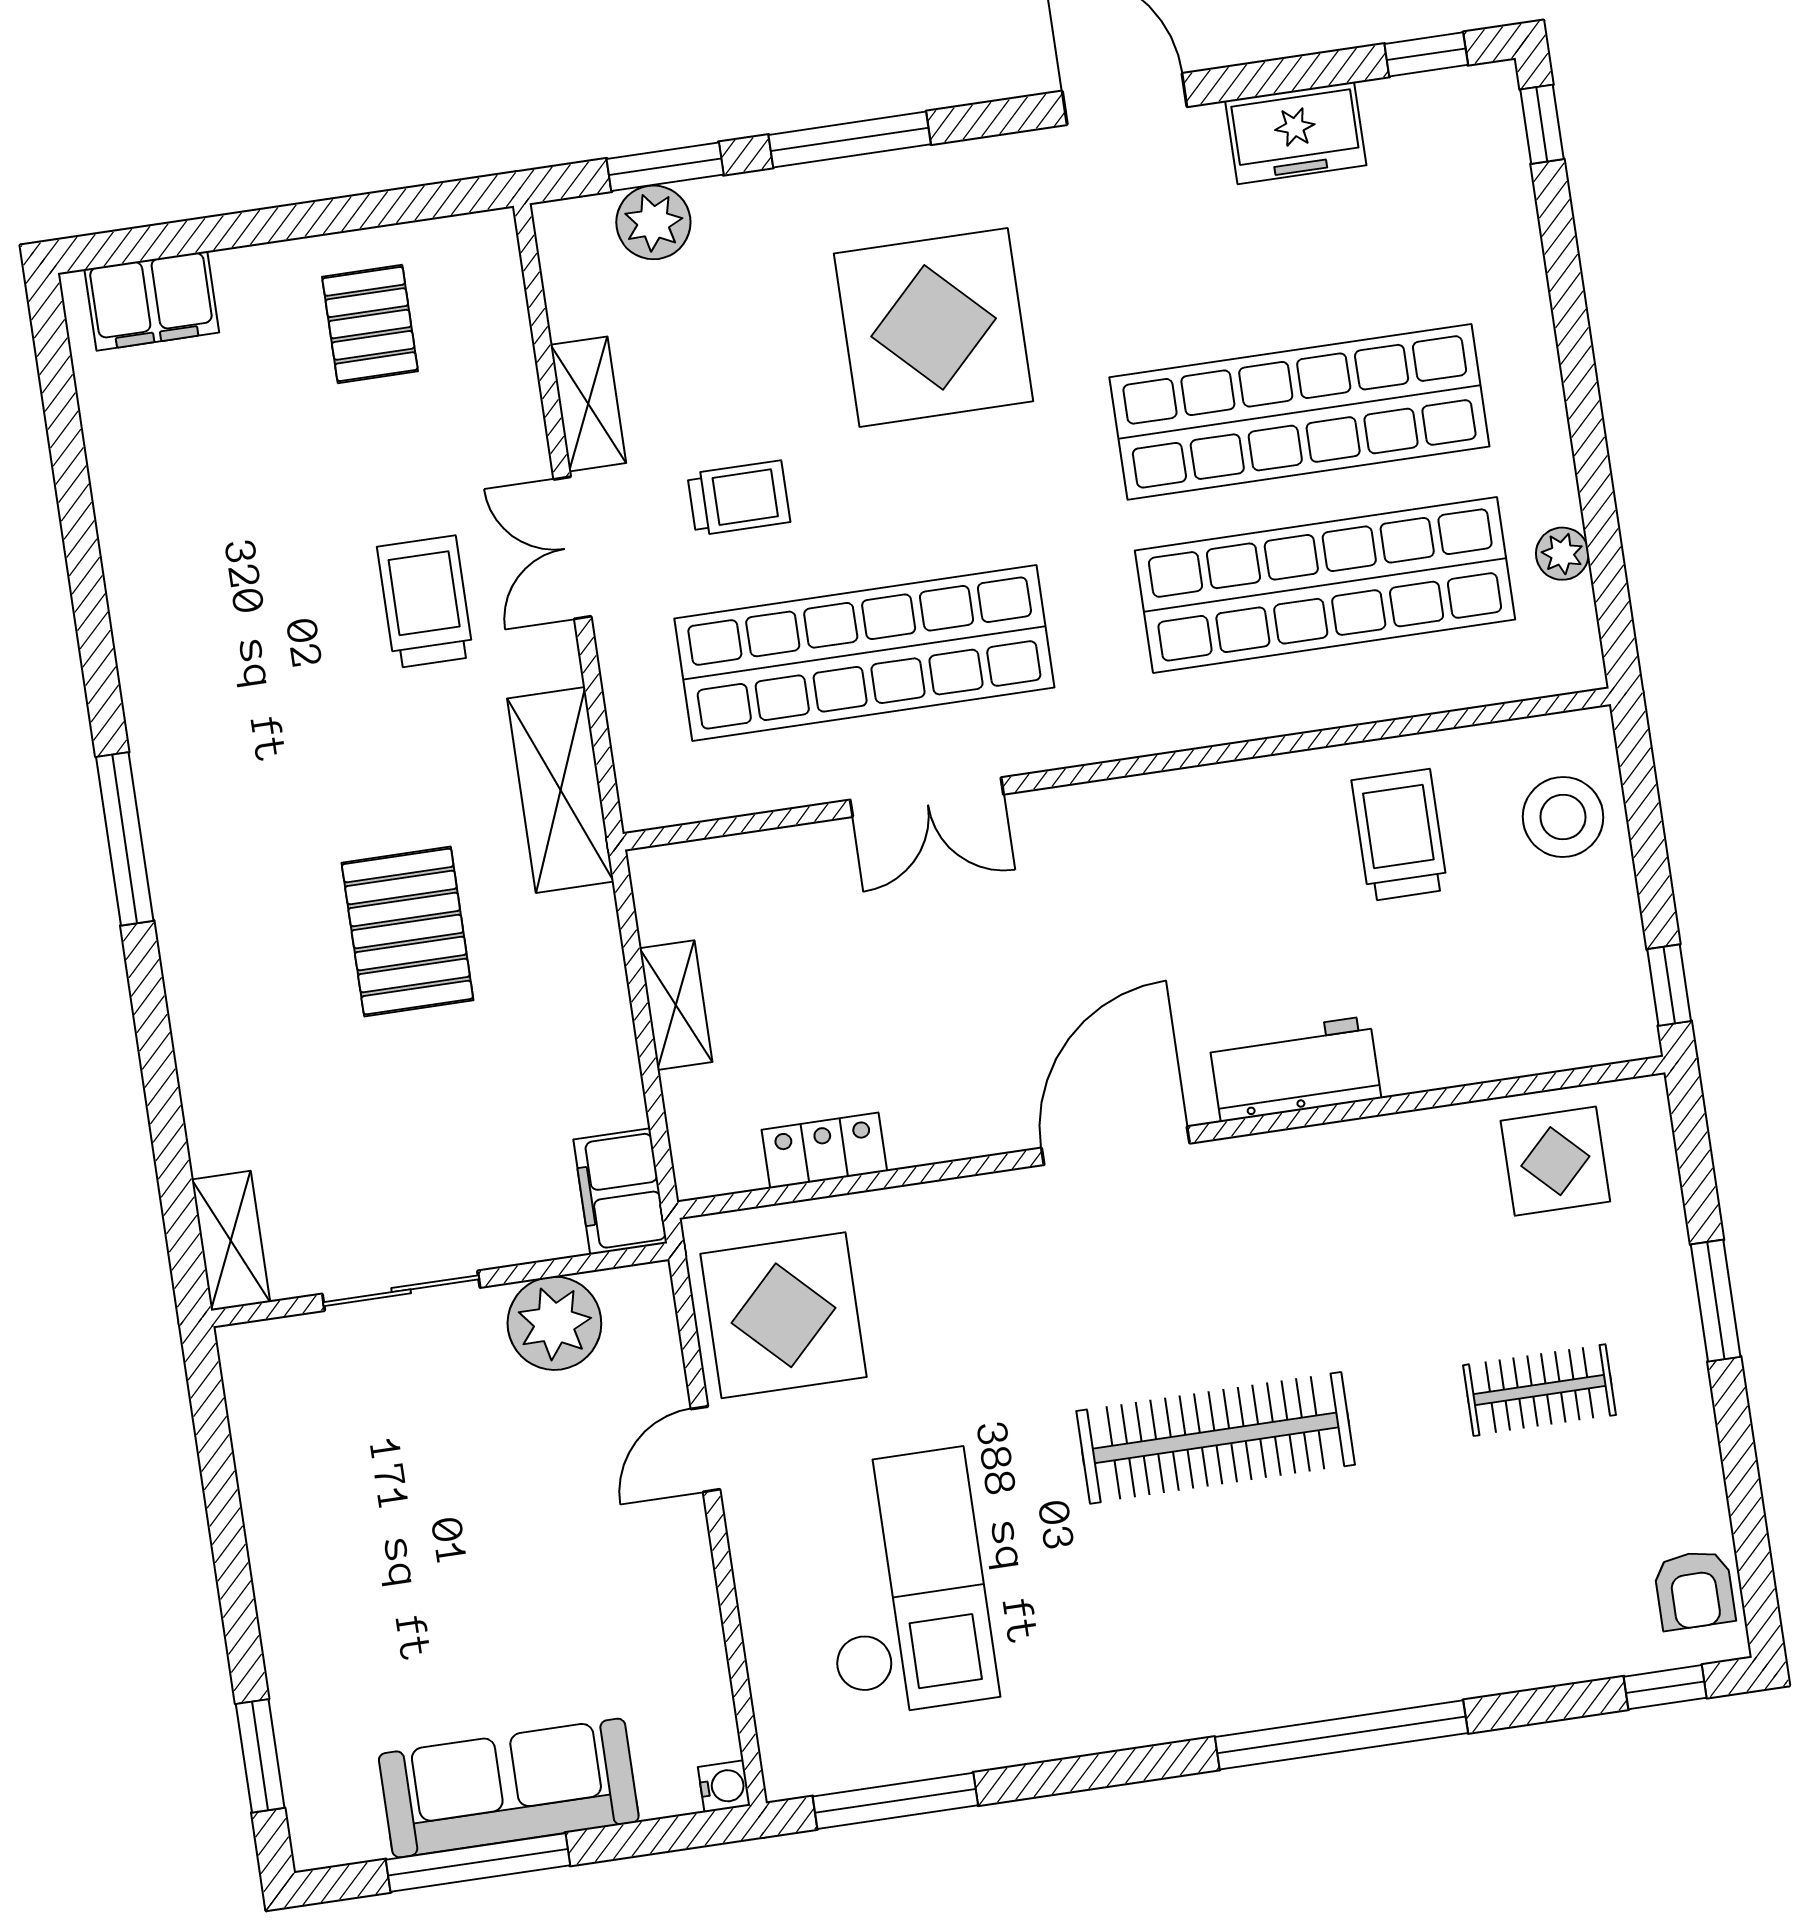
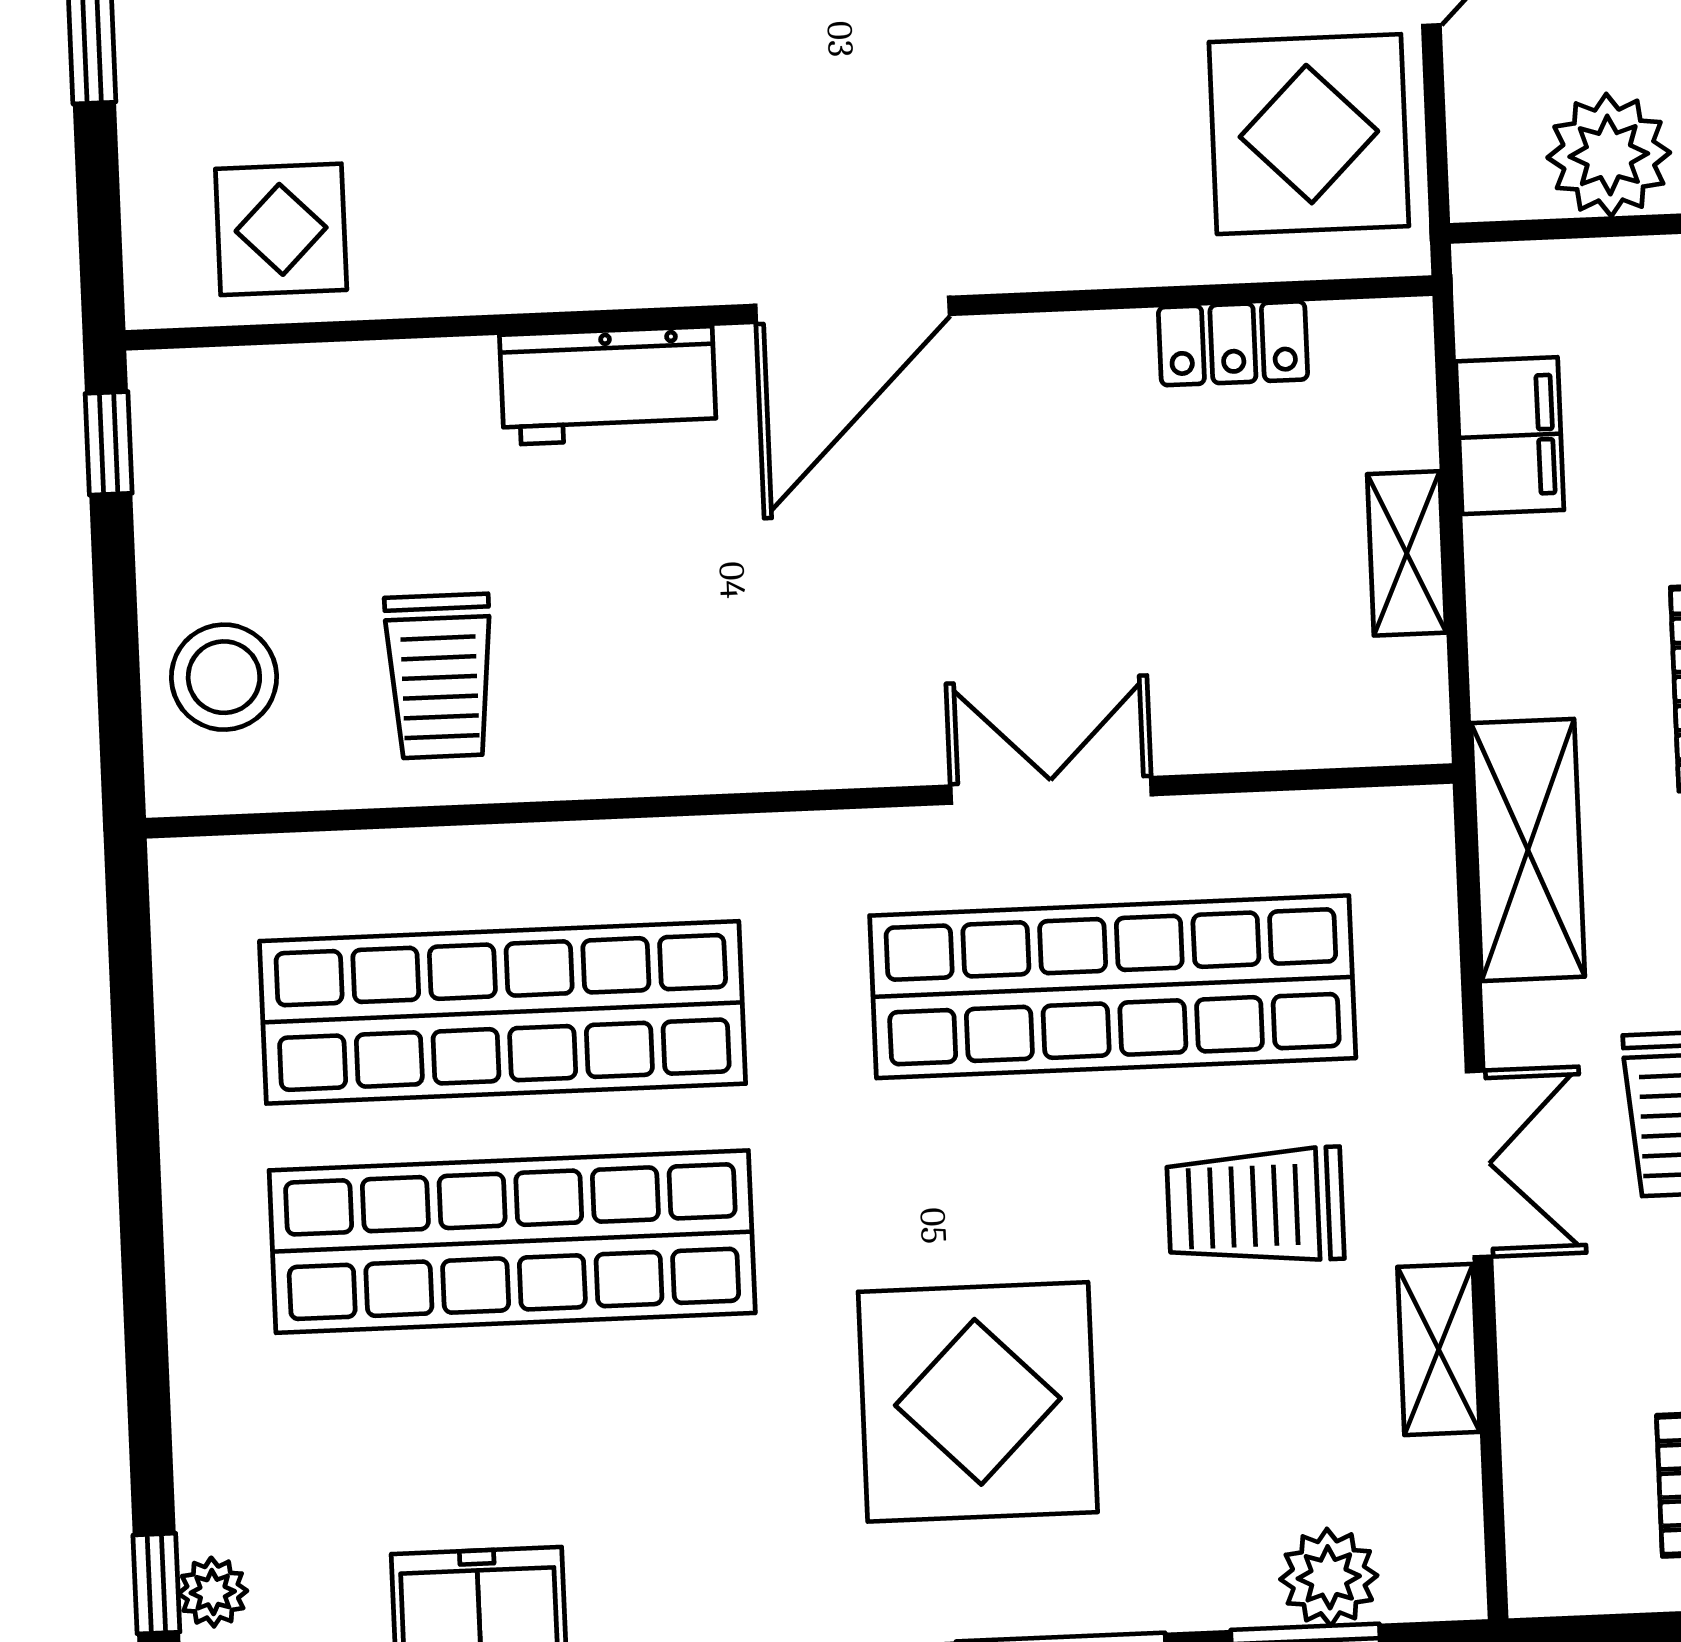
trolley: (739, 498) -> (1255, 1206), width x1.36, depth x1.39
plant: (1562, 554) -> (213, 1592), moved
filing cabinet: (620, 1191) -> (1510, 436), moved

